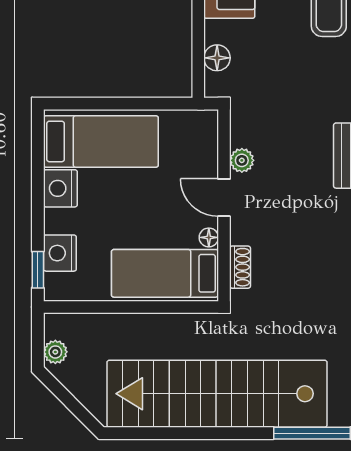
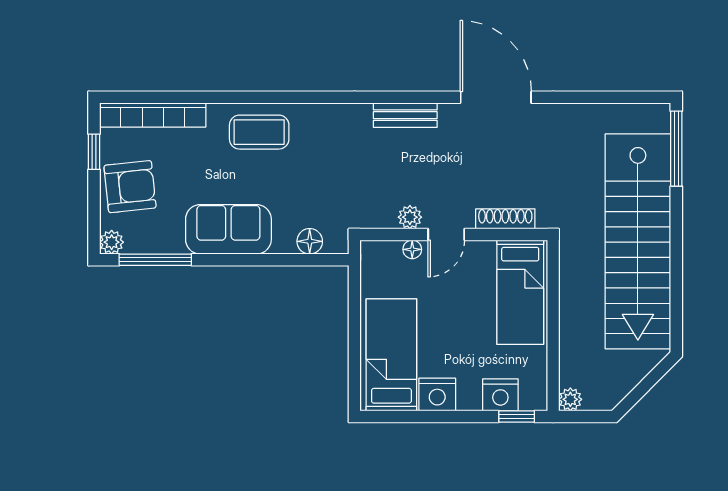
floor lamp: (209, 237) -> (412, 249), moved
shoe rack: (240, 267) -> (505, 219), width x1.43
plant: (55, 352) -> (570, 399), moved

